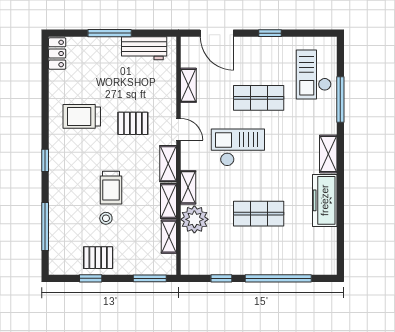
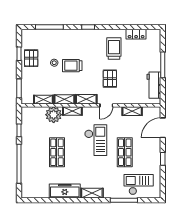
locker: (57, 53) -> (136, 34), moved

